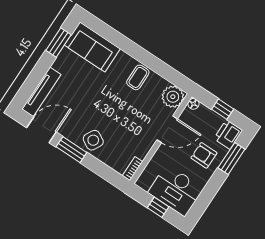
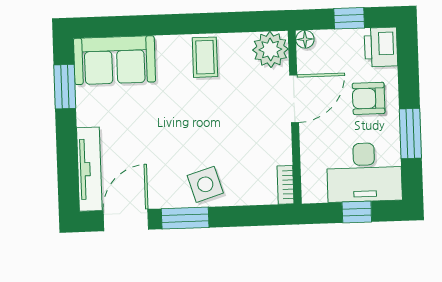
side table: (93, 140) -> (205, 184), turned 45
window: (231, 158) -> (410, 133), moved

